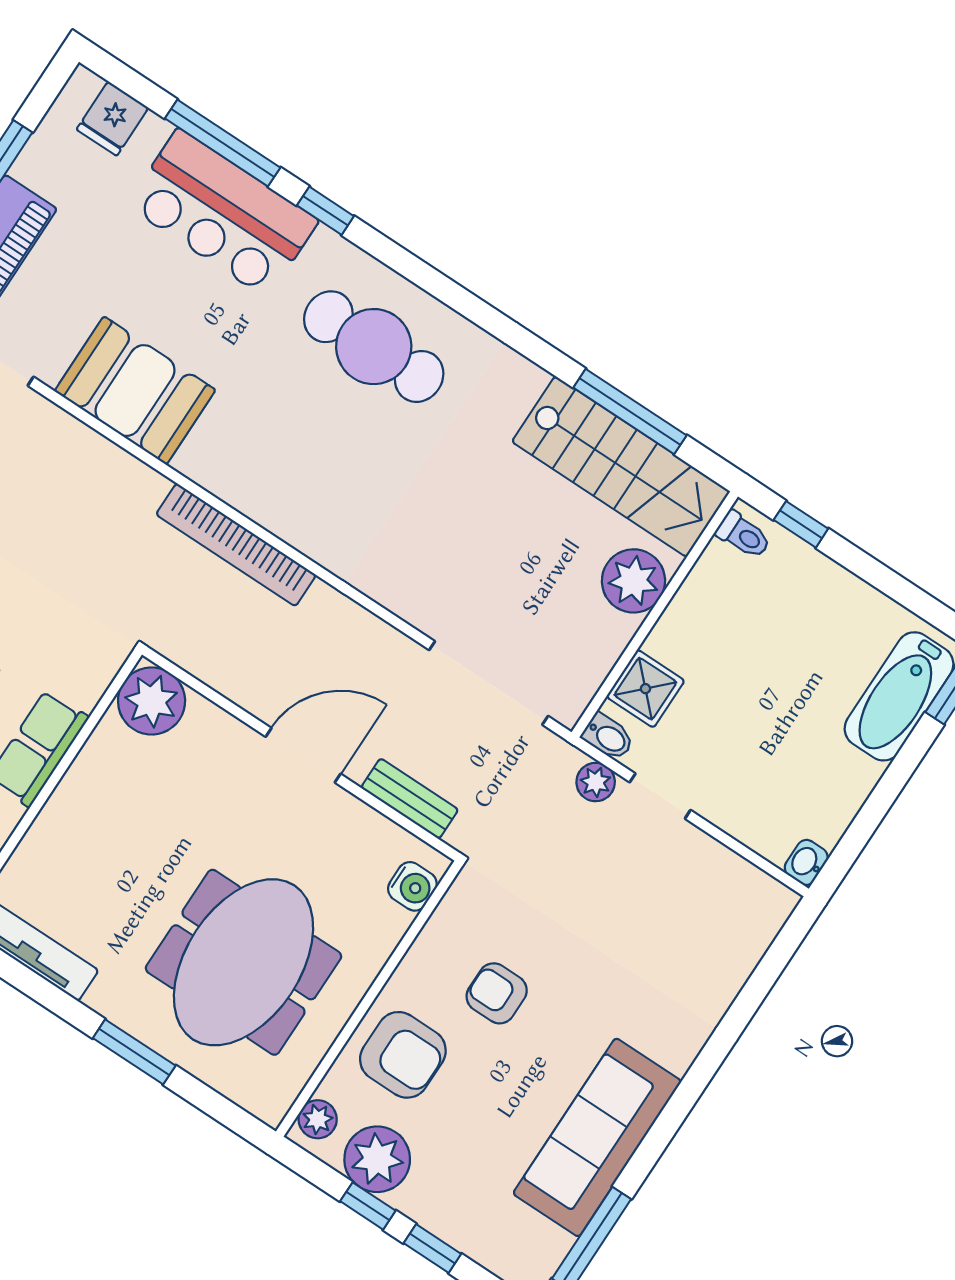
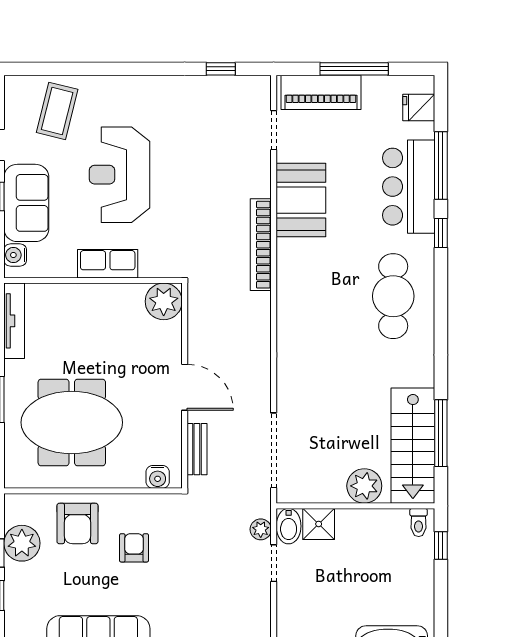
bookcase: (236, 545) -> (261, 245), moved
bidet: (608, 737) -> (289, 526), width x1.38, depth x1.36
plant: (318, 1119) -> (22, 504), removed

